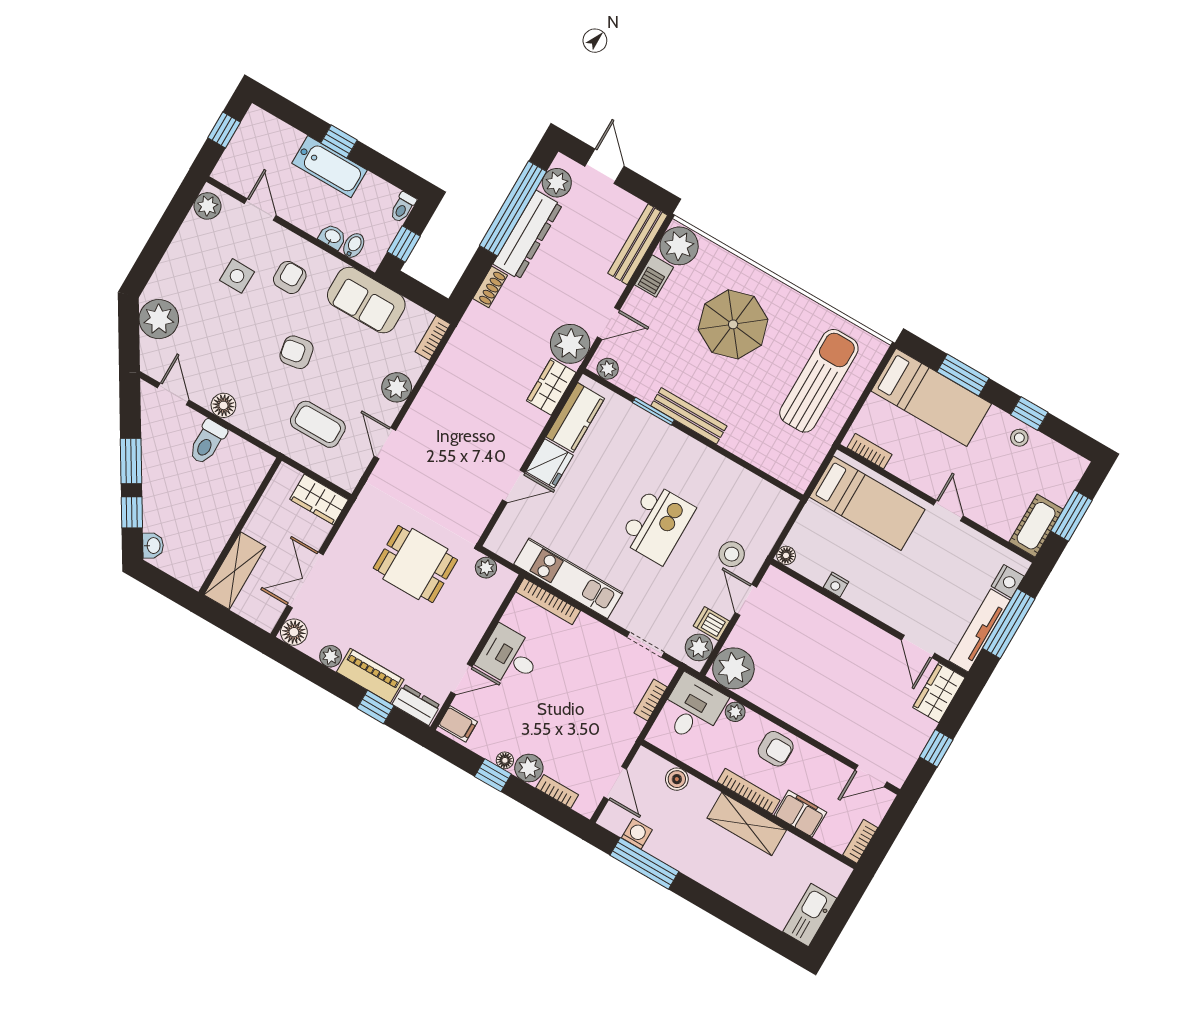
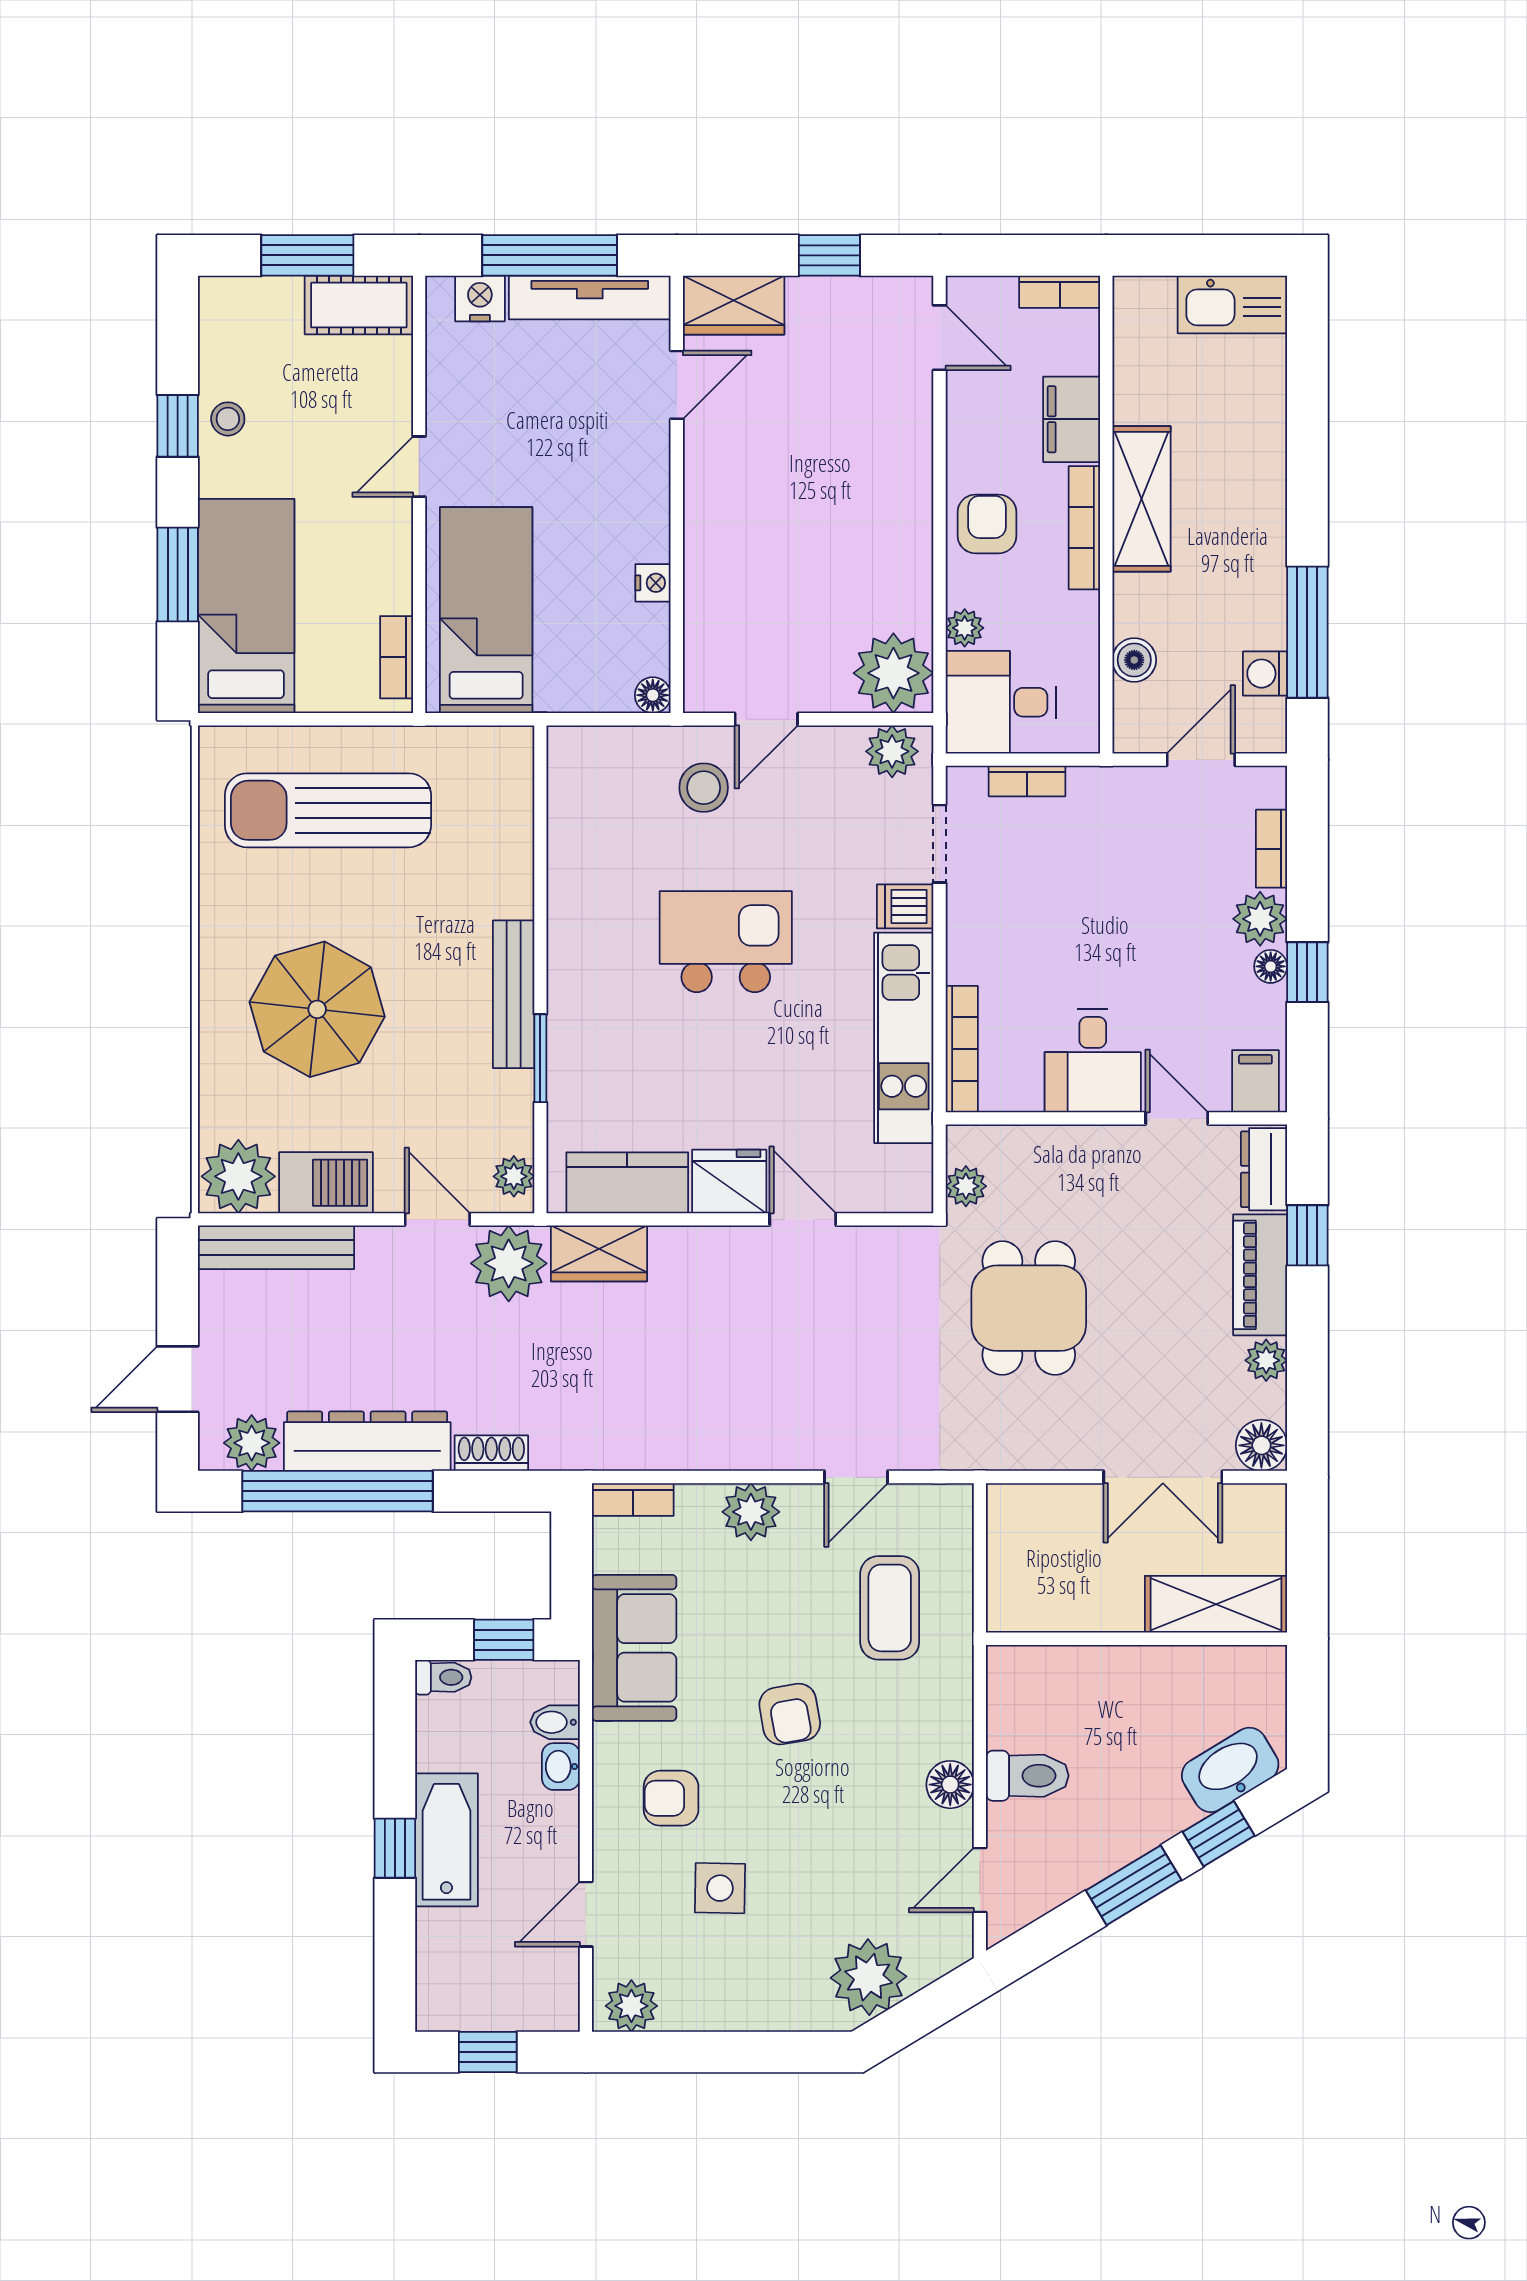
barbecue: (654, 276) -> (326, 1183), width x1.38, depth x1.27
wardrobe: (319, 500) -> (1015, 1532), removed
washbasin: (153, 546) -> (1230, 1770), width x1.91, depth x1.45
dishwasher: (711, 624) -> (905, 906), moved, turned 90

